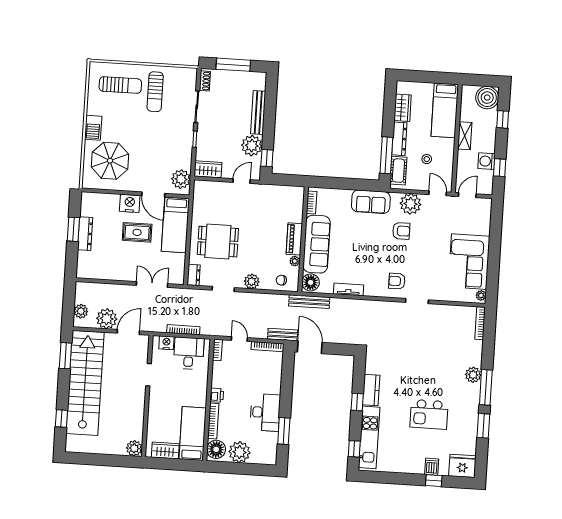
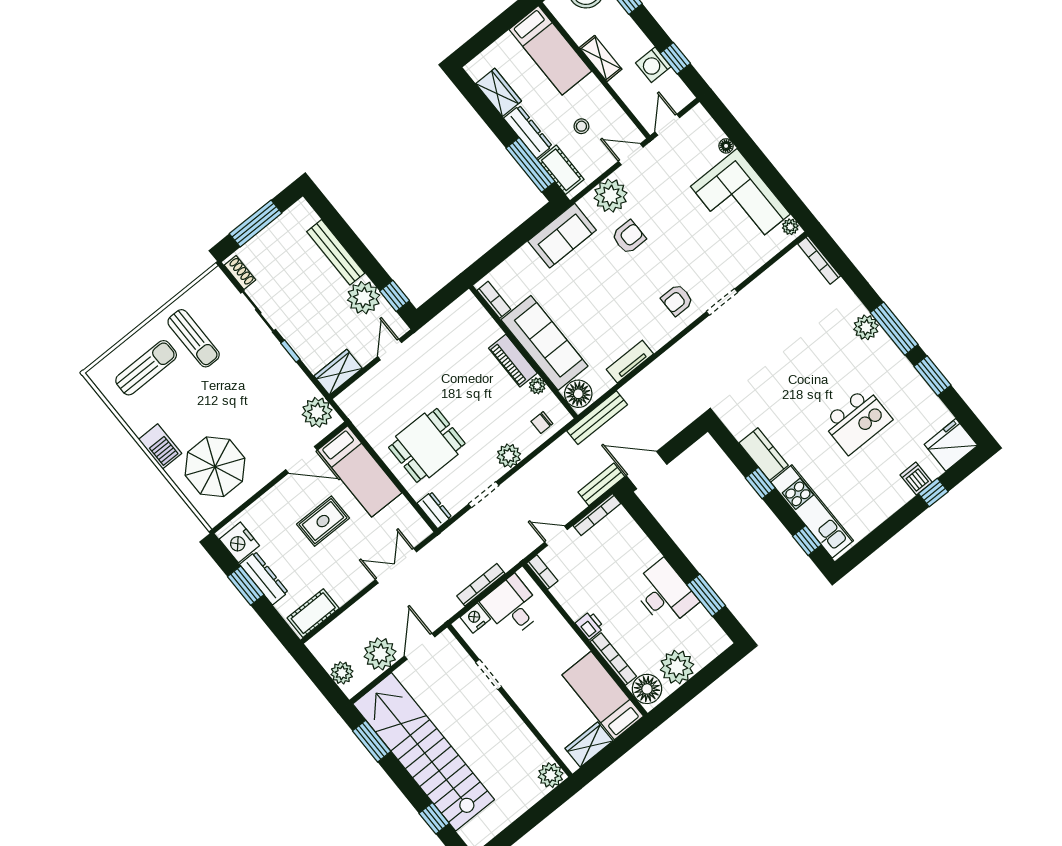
nightstand: (130, 203) -> (239, 542), moved, turned -90
floor lamp: (486, 230) -> (726, 146), added
cot: (93, 271) -> (313, 613), added

